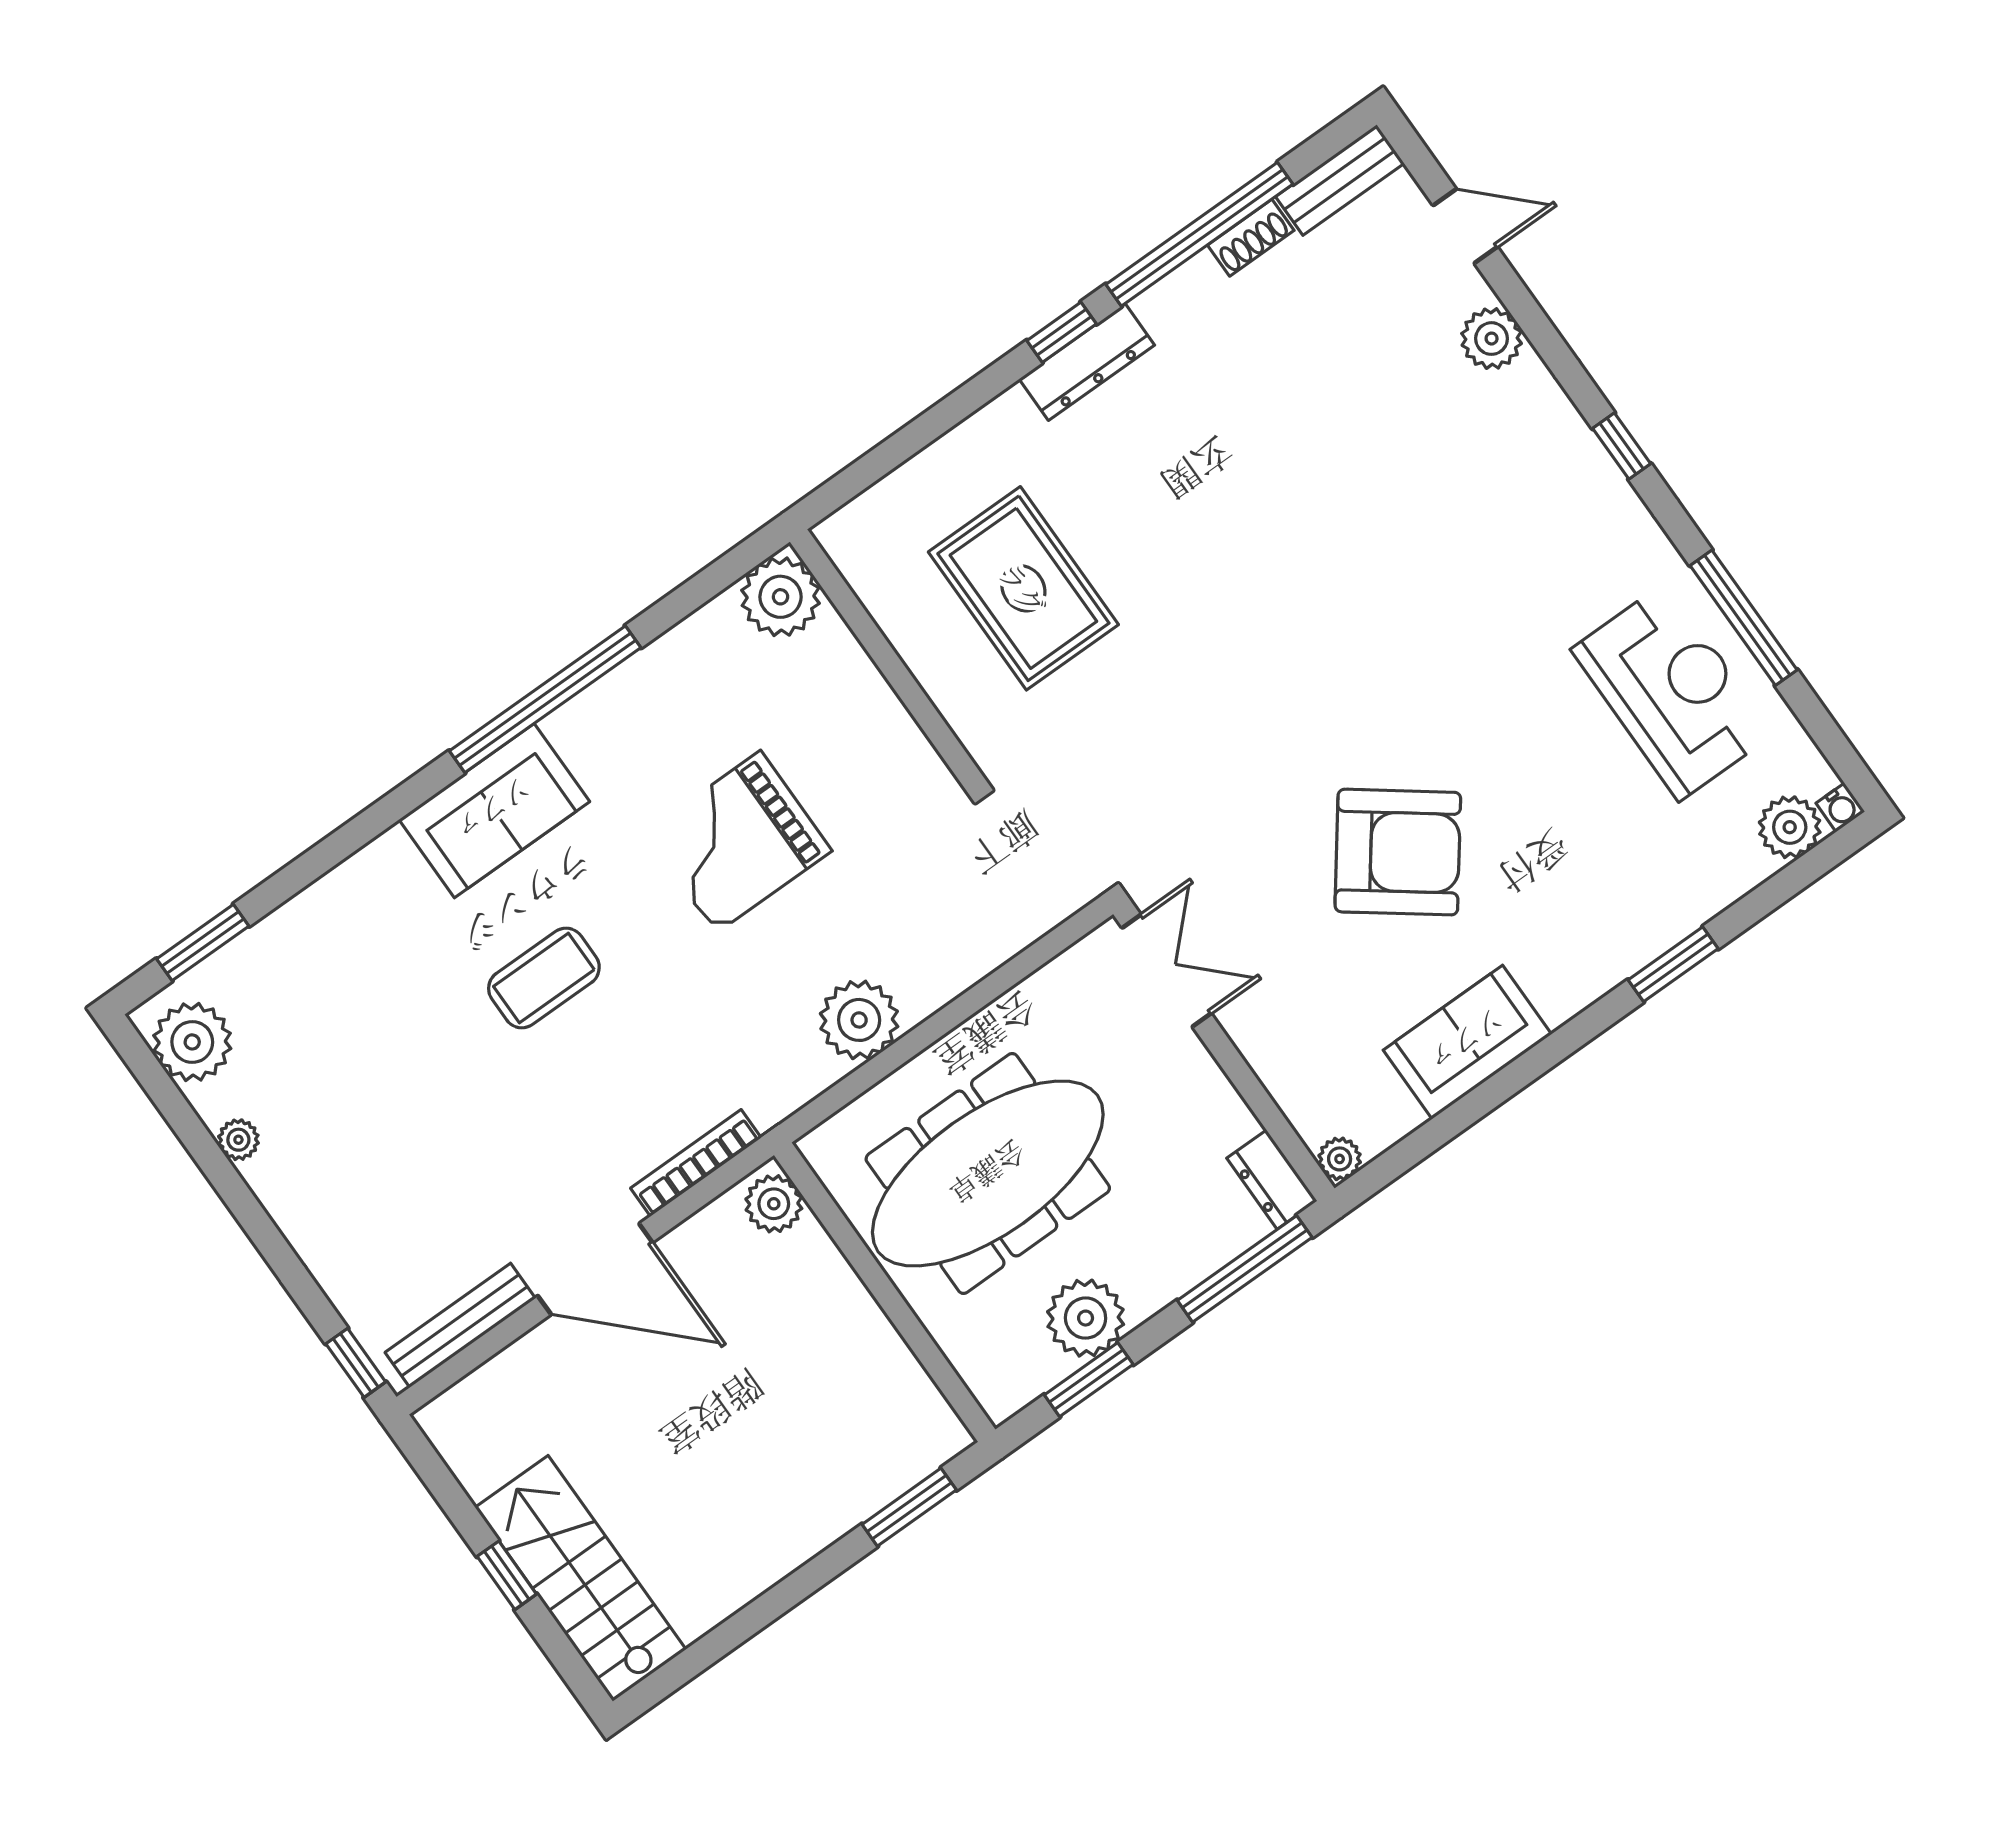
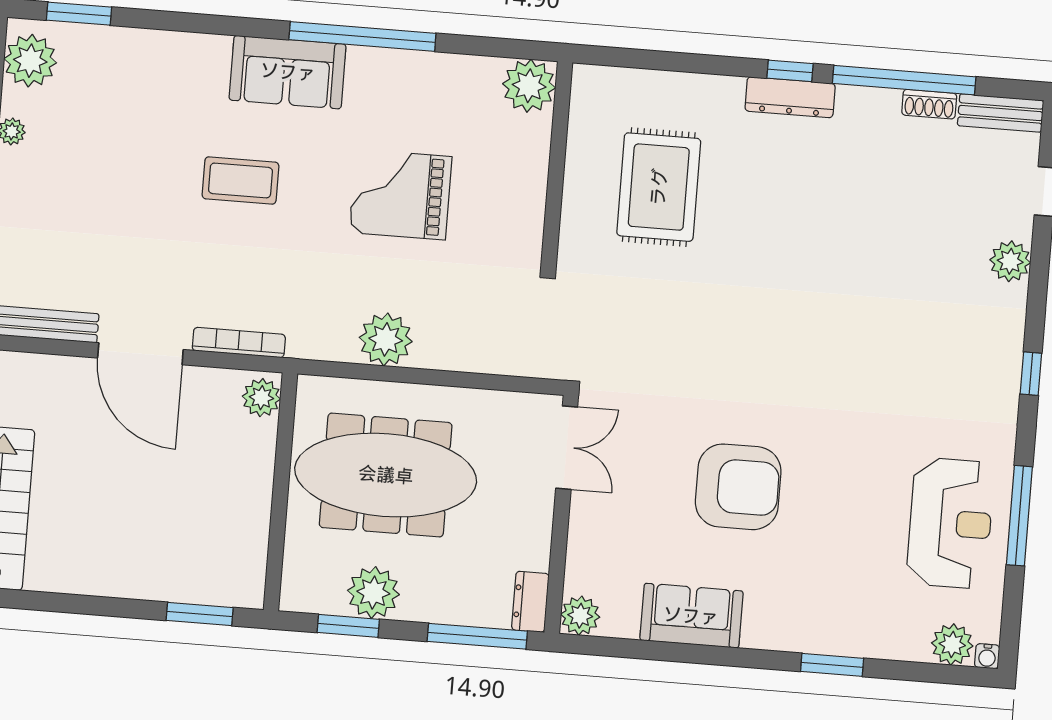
armchair: (1398, 852) -> (738, 487), turned -37
plant: (1340, 1159) -> (580, 616), width x1.38, depth x1.38

